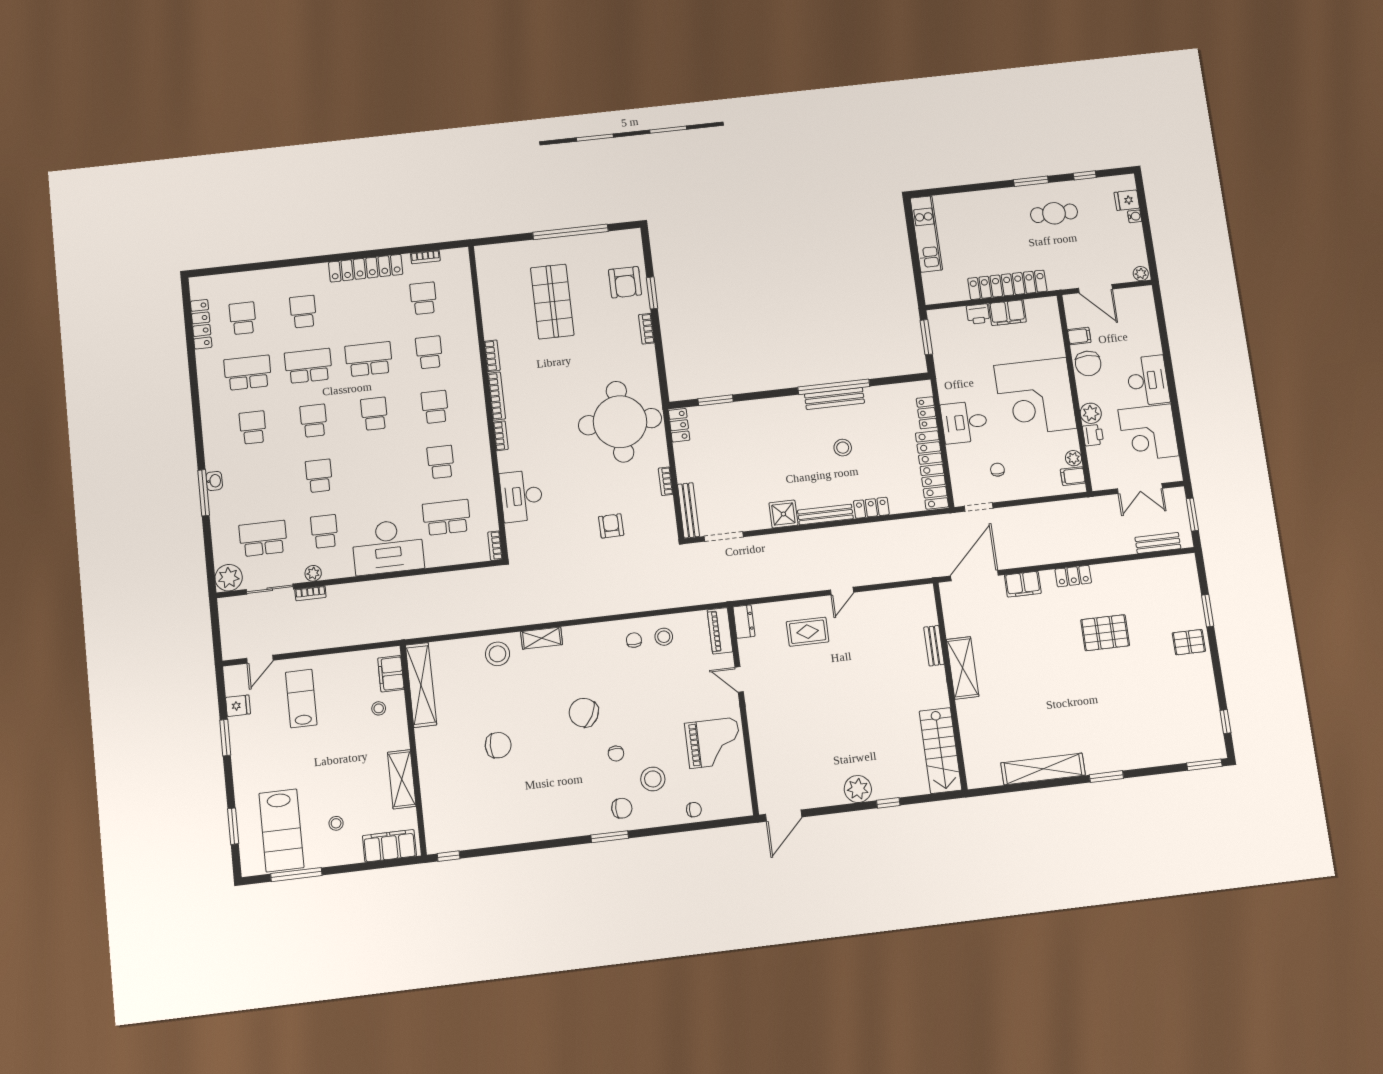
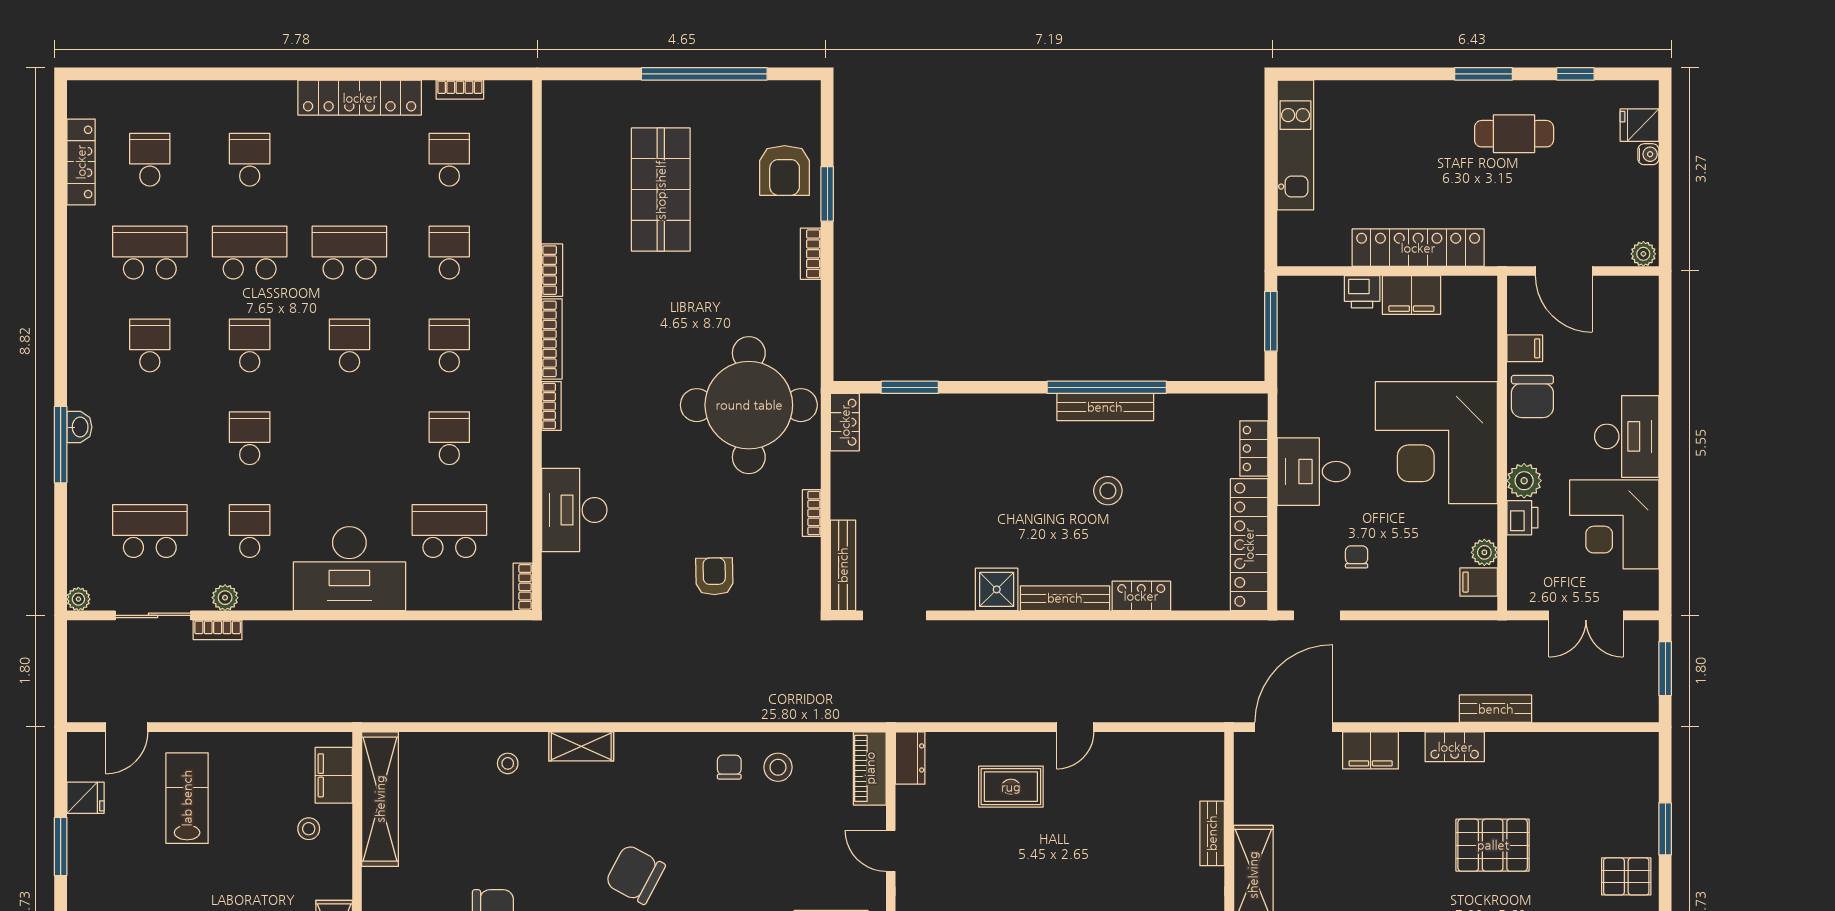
bench: (1158, 543) -> (1496, 709), moved
plant: (229, 578) -> (78, 599), width x0.53, depth x0.53
stool: (498, 654) -> (508, 763), width x0.53, depth x0.53

